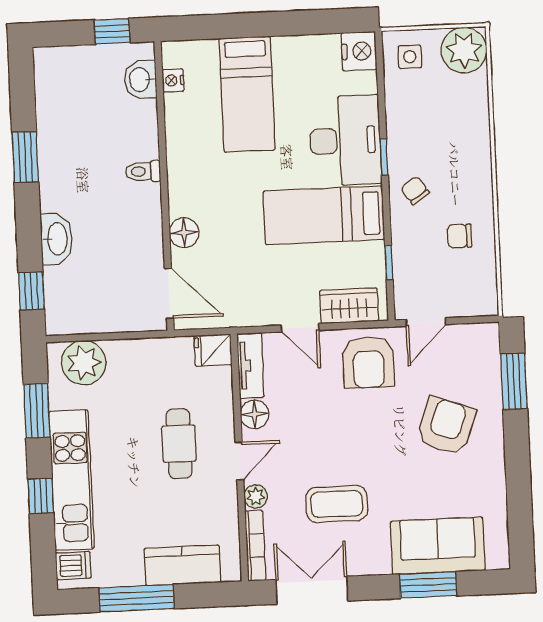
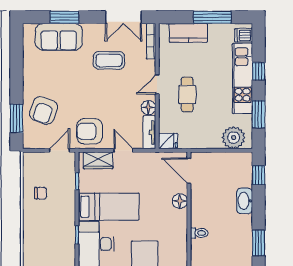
chair: (415, 191) -> (62, 217), removed
armchair: (368, 362) -> (90, 131), turned -90
armchair: (446, 426) -> (44, 110), moved
plant: (256, 496) -> (150, 66), removed

